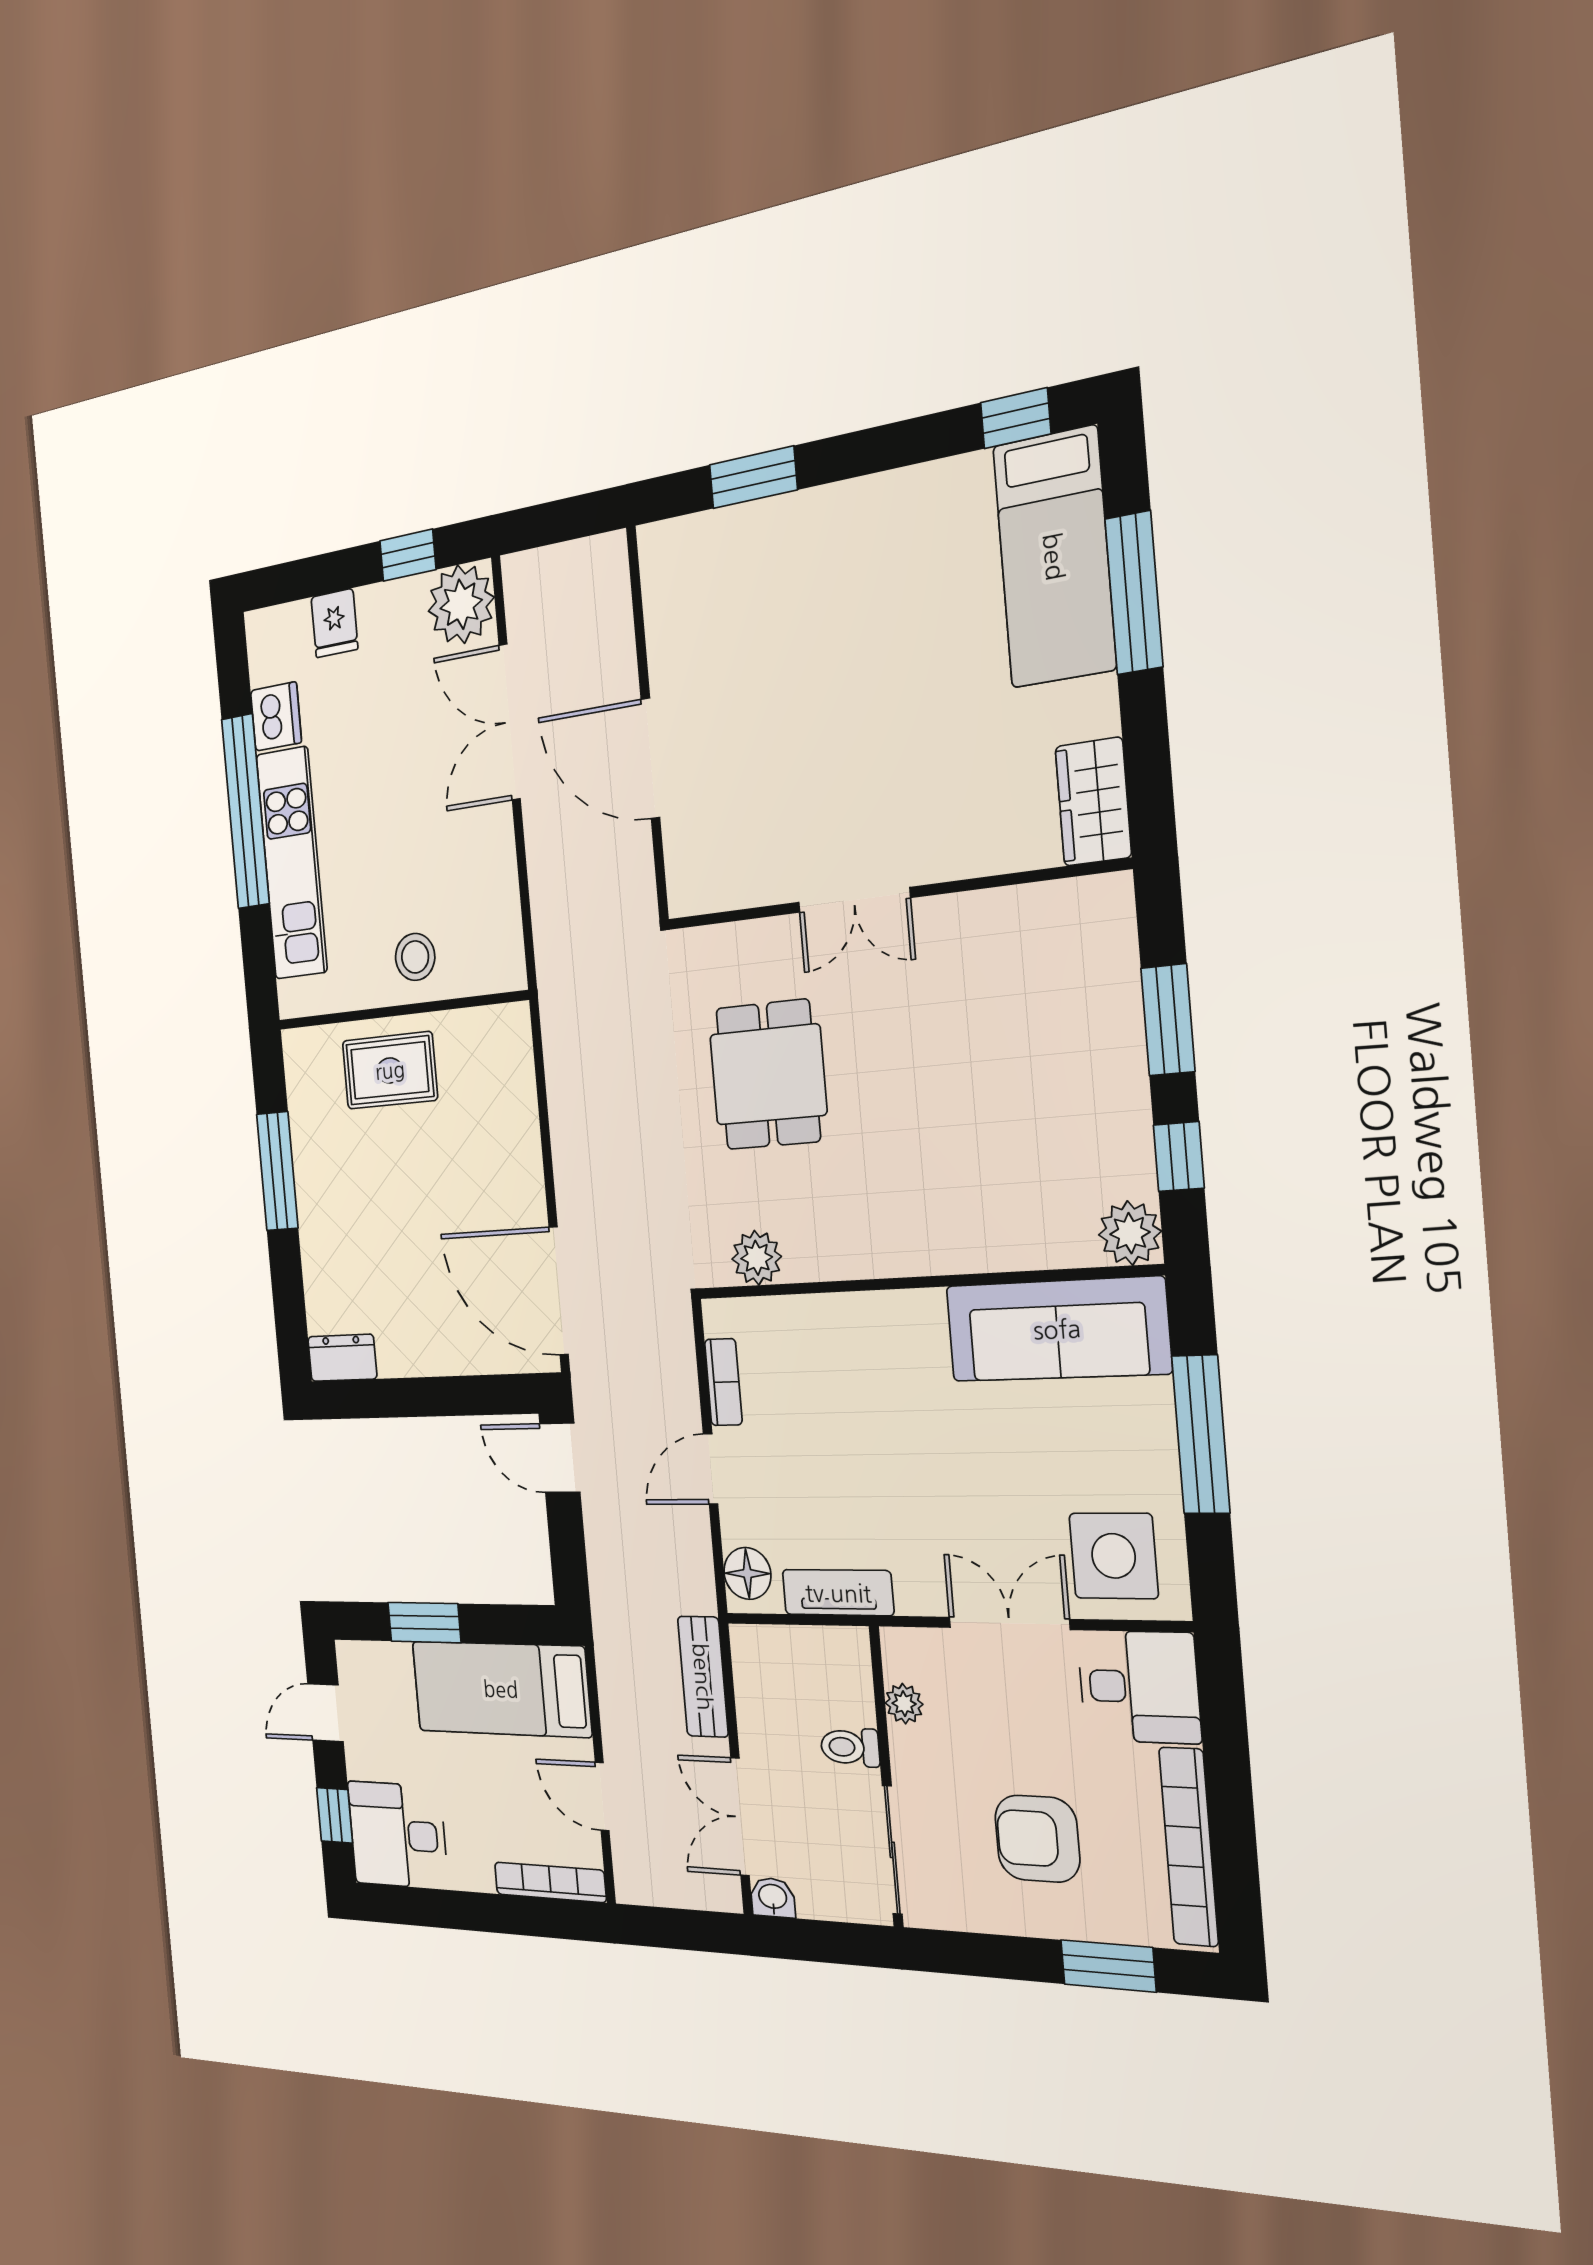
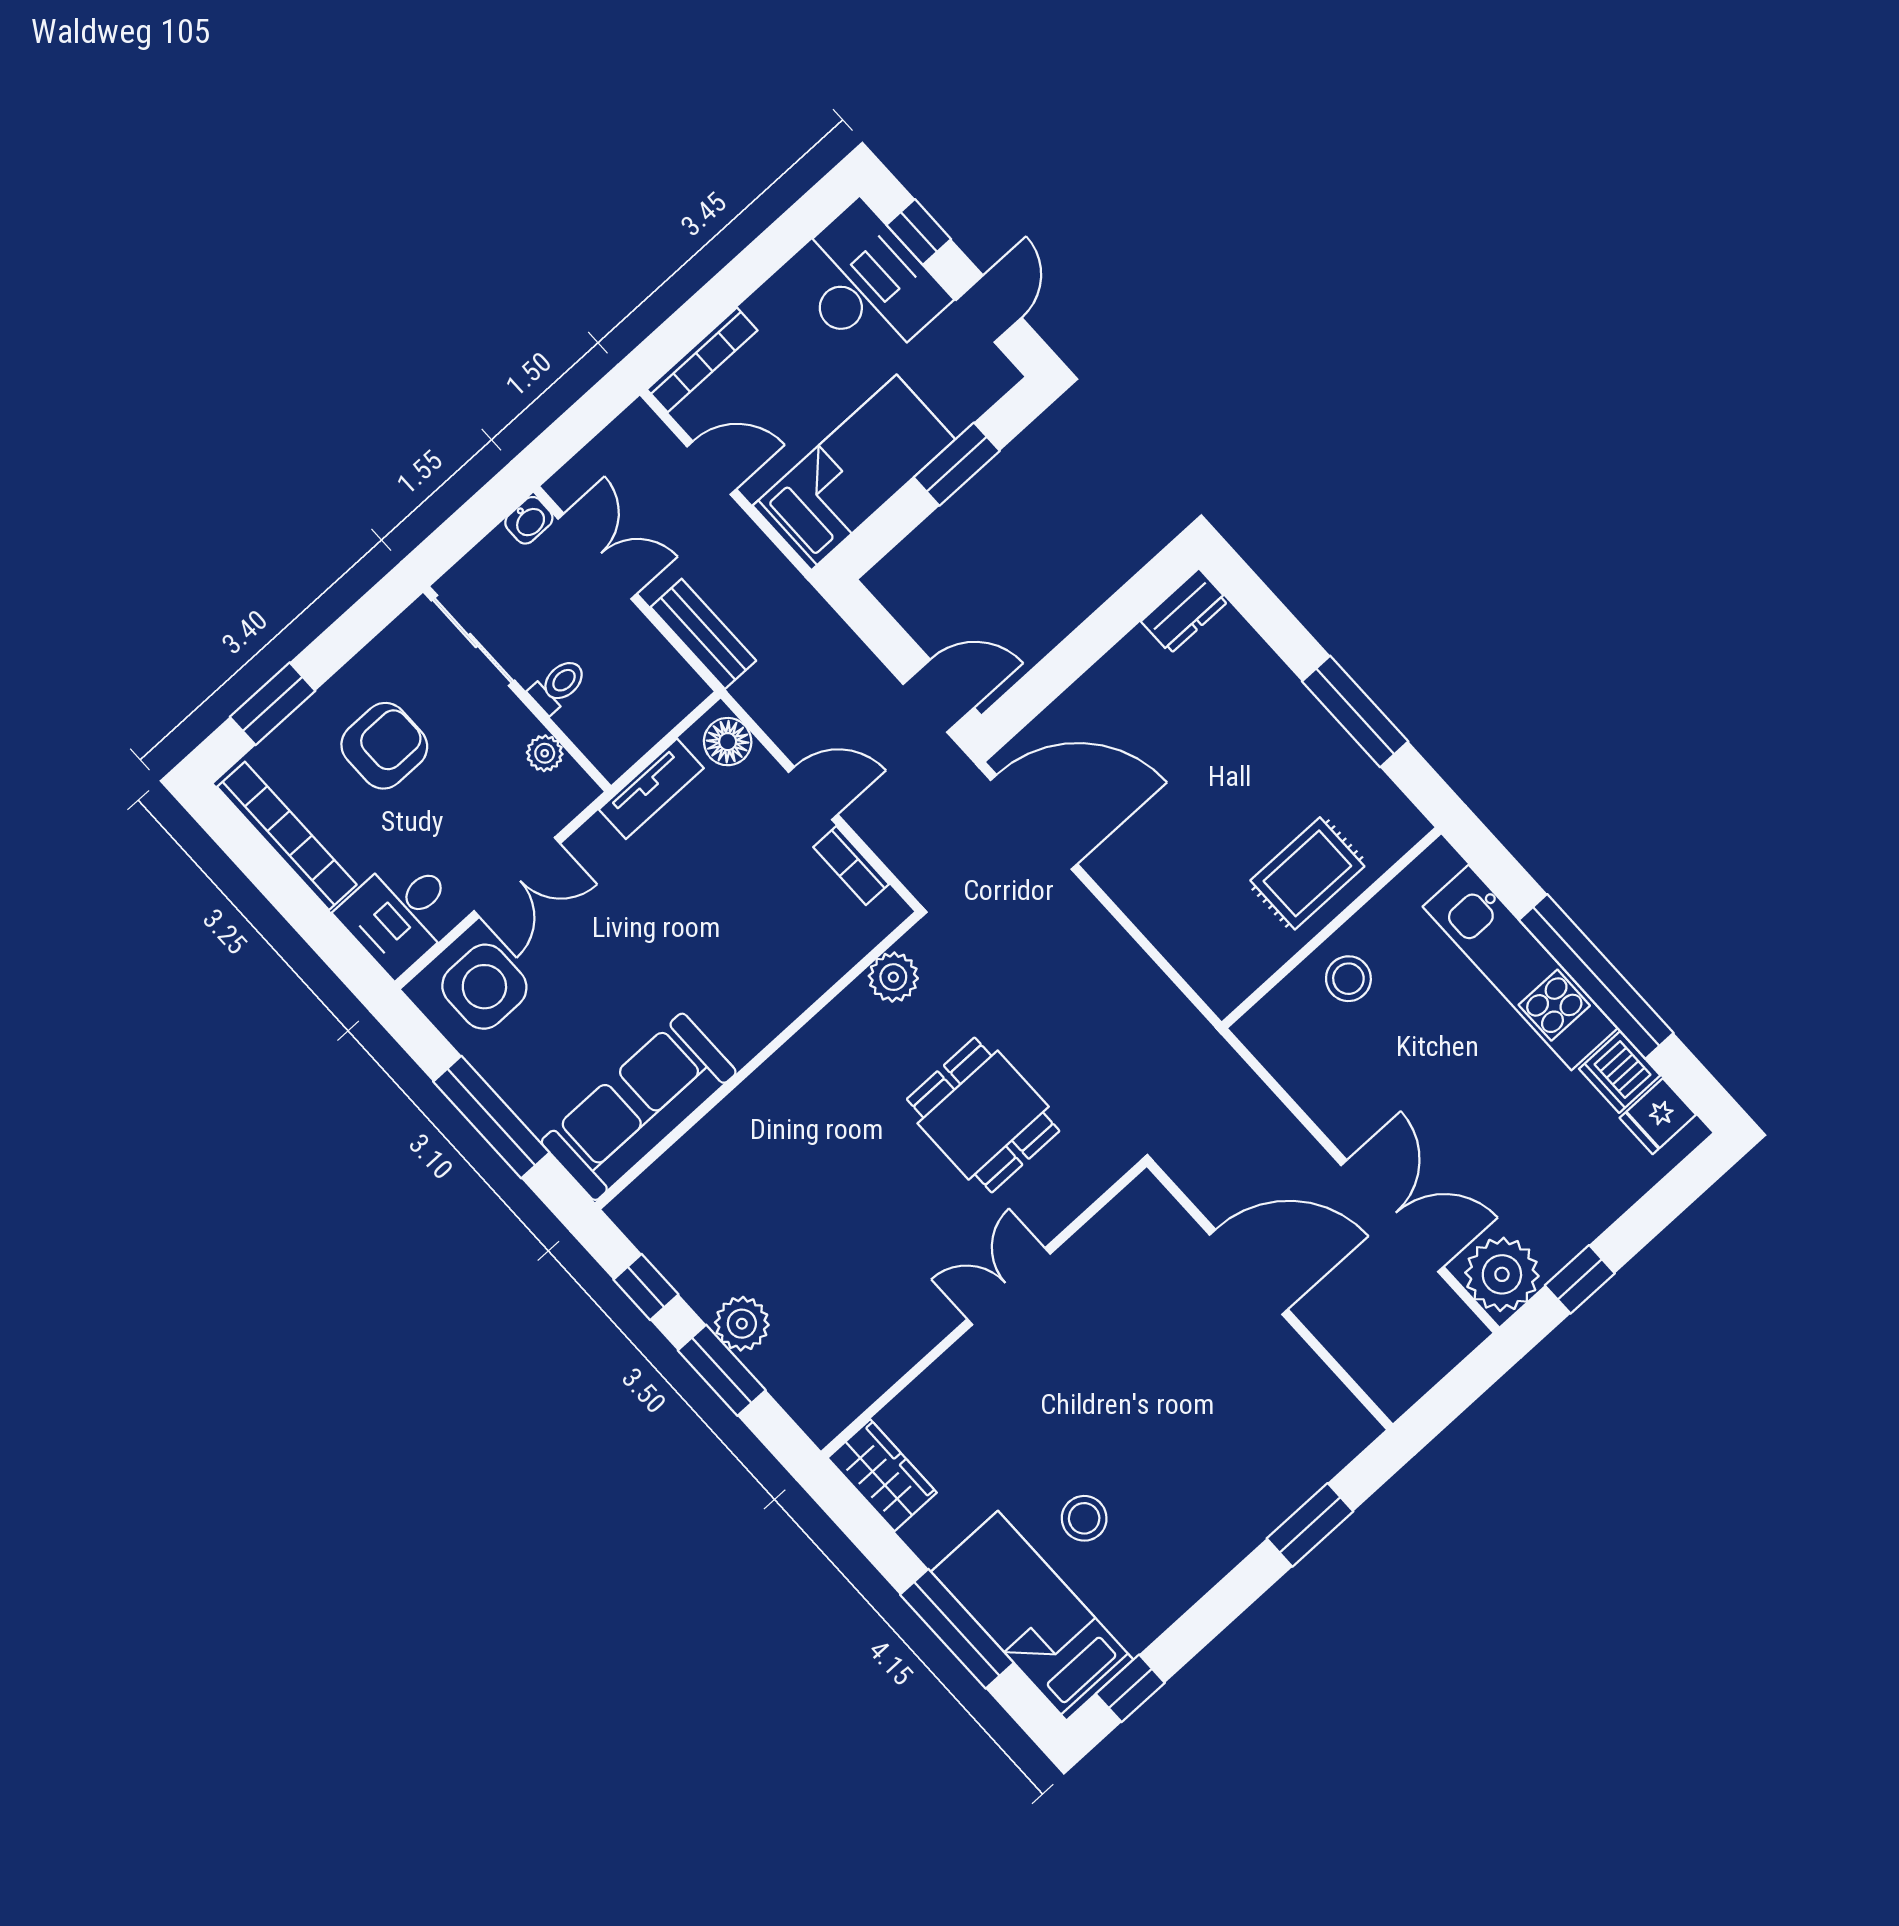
fridge: (335, 623) -> (1658, 1116), moved, turned -90
stool: (941, 624) -> (1084, 1518), added
plant: (1130, 1233) -> (742, 1324), moved
door: (711, 1469) -> (813, 793), hinge flipped
desk: (398, 1835) -> (866, 285), width x1.37

